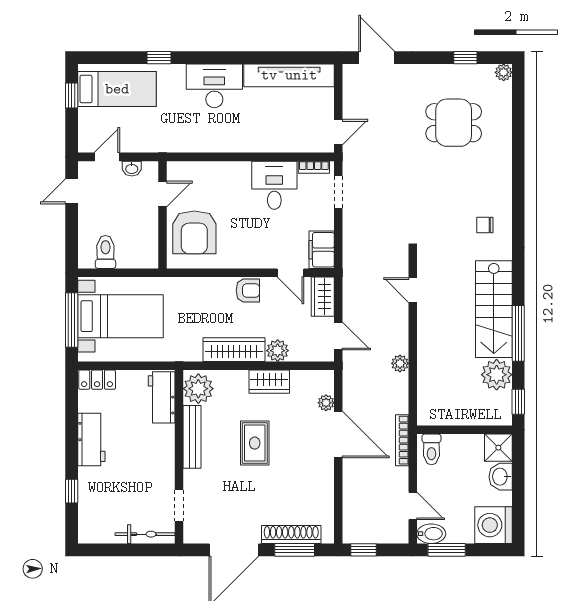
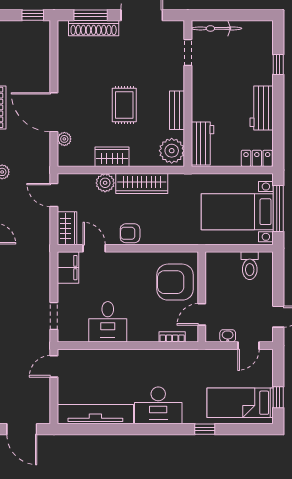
bookcase: (314, 167) -> (172, 337), moved
armchair: (194, 232) -> (175, 282), turned -90
bench: (192, 437) -> (177, 110), width x0.73

